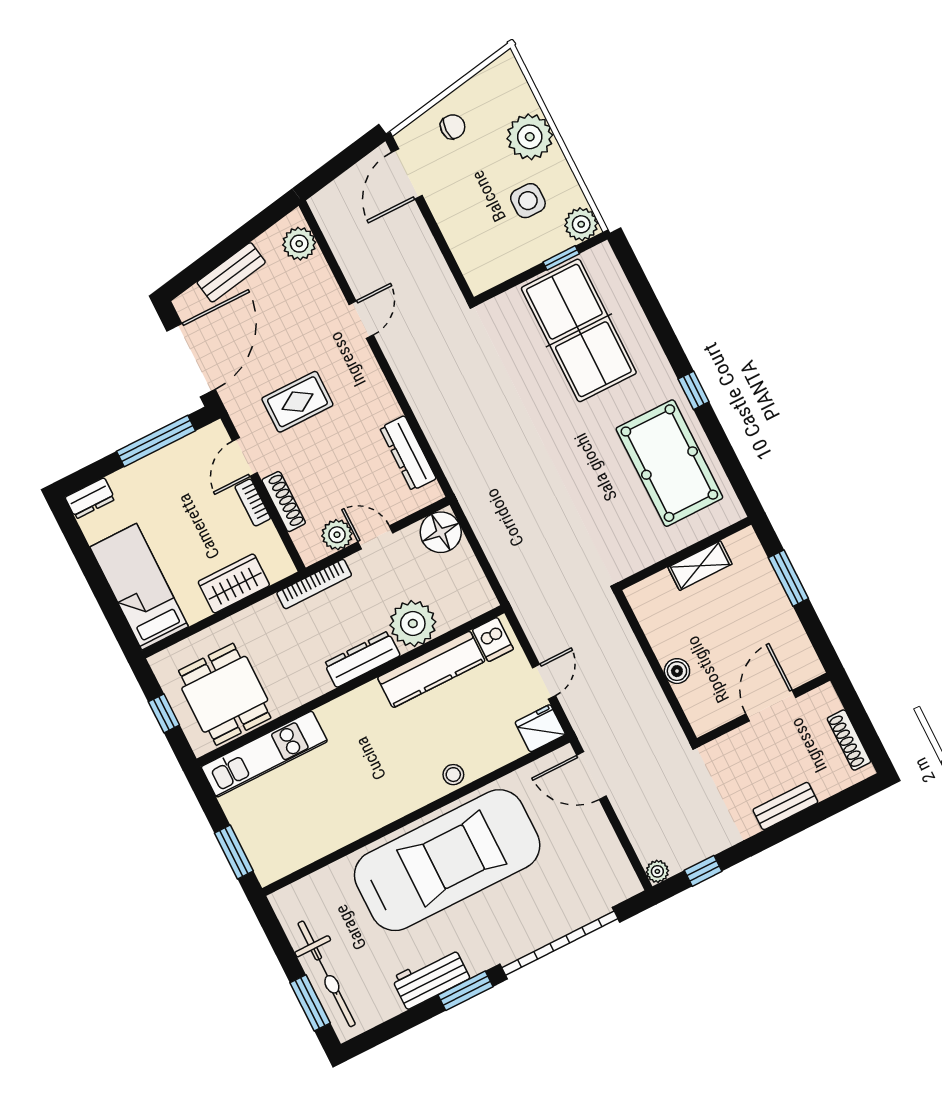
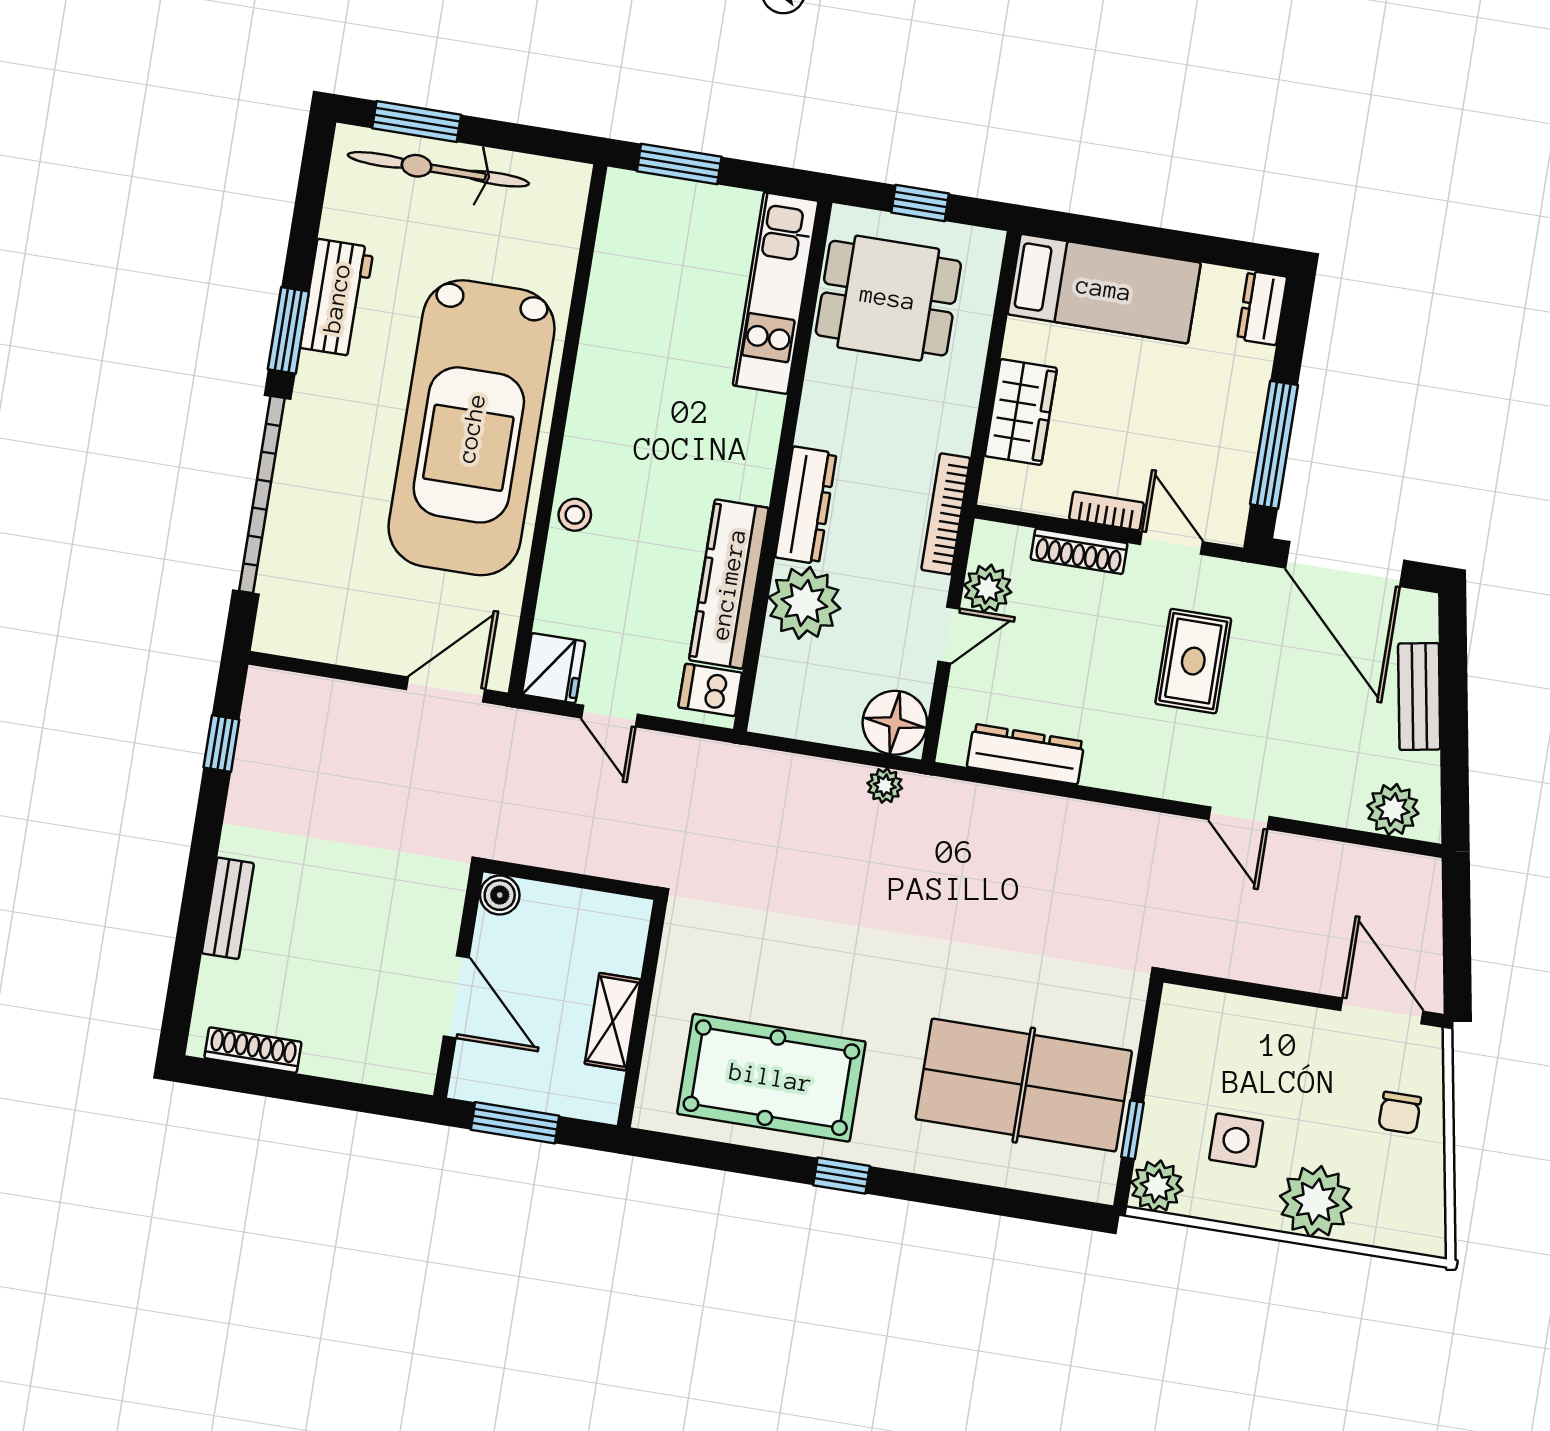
door: (771, 706) -> (456, 997), moved
wall: (764, 709) -> (458, 984), moved
plant: (657, 871) -> (885, 786), moved

